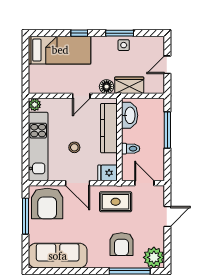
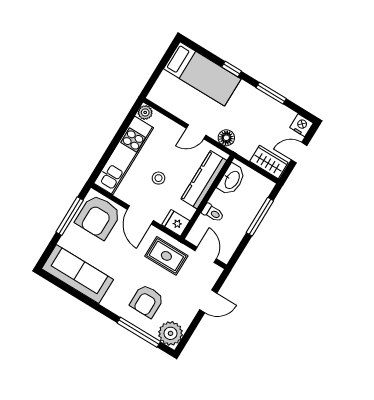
nightstand: (157, 43) -> (301, 125), added
side table: (124, 45) -> (268, 107), removed
wardrobe: (129, 85) -> (269, 162), moved

